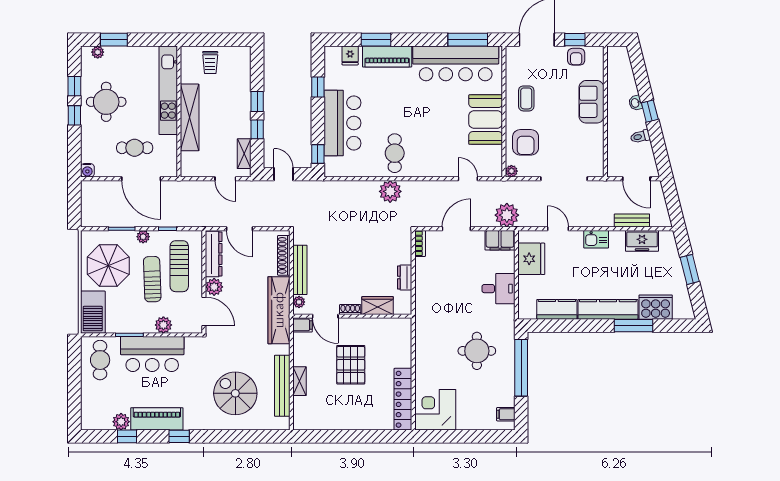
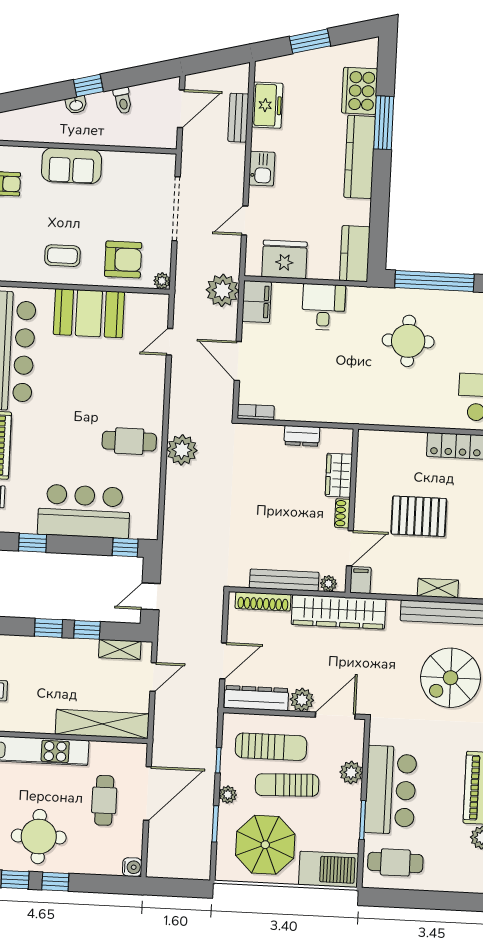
shelving: (190, 117) -> (102, 724), moved
kitchen counter: (557, 309) -> (355, 254), moved

